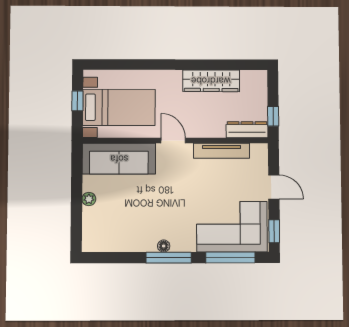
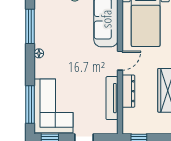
dresser: (247, 130) -> (128, 91), moved
window: (169, 258) -> (30, 26), moved

